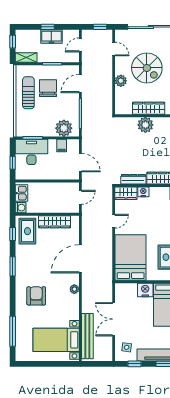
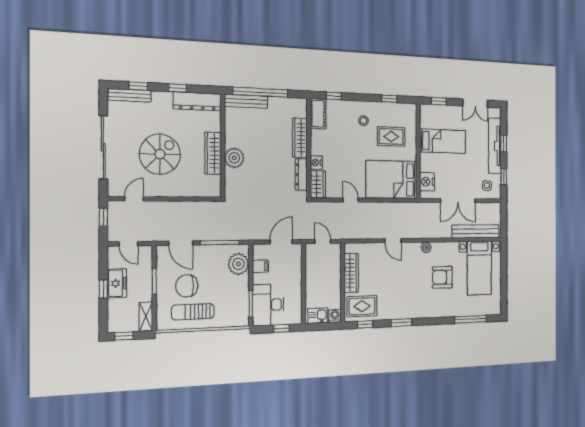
plant: (121, 81) -> (177, 189), removed
door: (80, 259) -> (393, 241), width x0.53
nightstand: (145, 290) -> (427, 182), moved
armchair: (36, 296) -> (442, 277), moved

